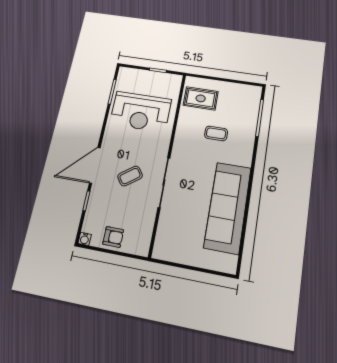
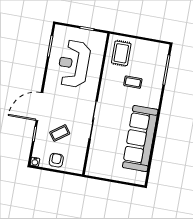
rug: (201, 98) -> (121, 53), turned 90
reception desk: (141, 112) -> (74, 64), turned 90
coffee table: (130, 176) -> (60, 133), moved
armchair: (113, 237) -> (56, 160), turned -90

